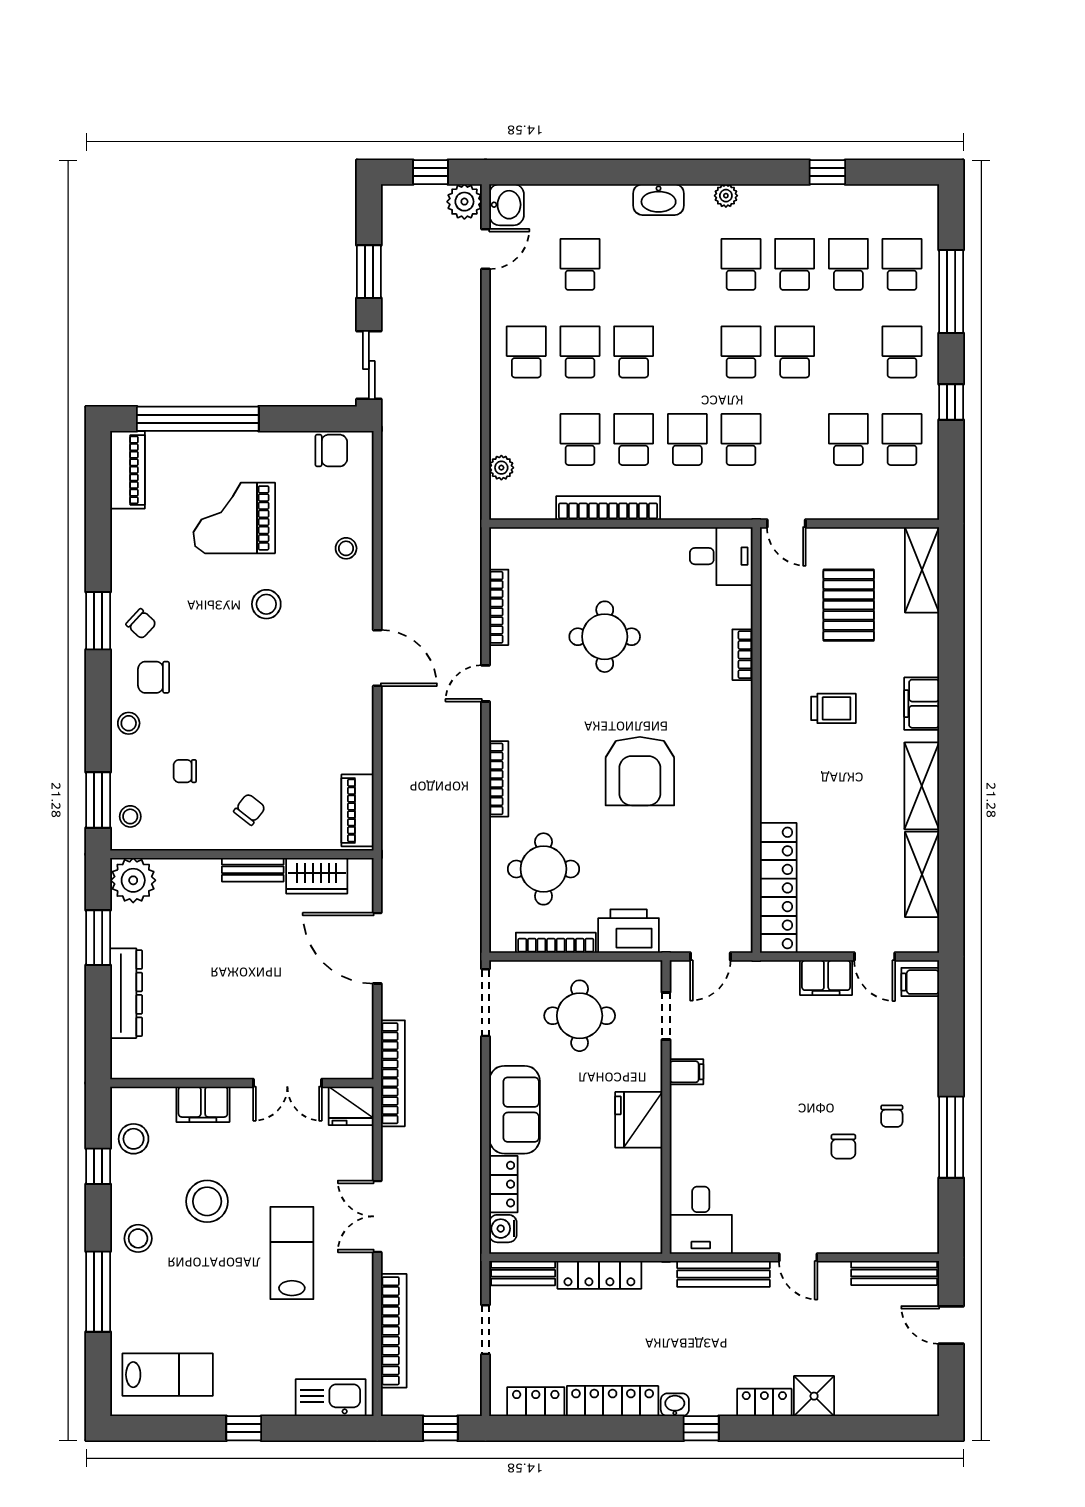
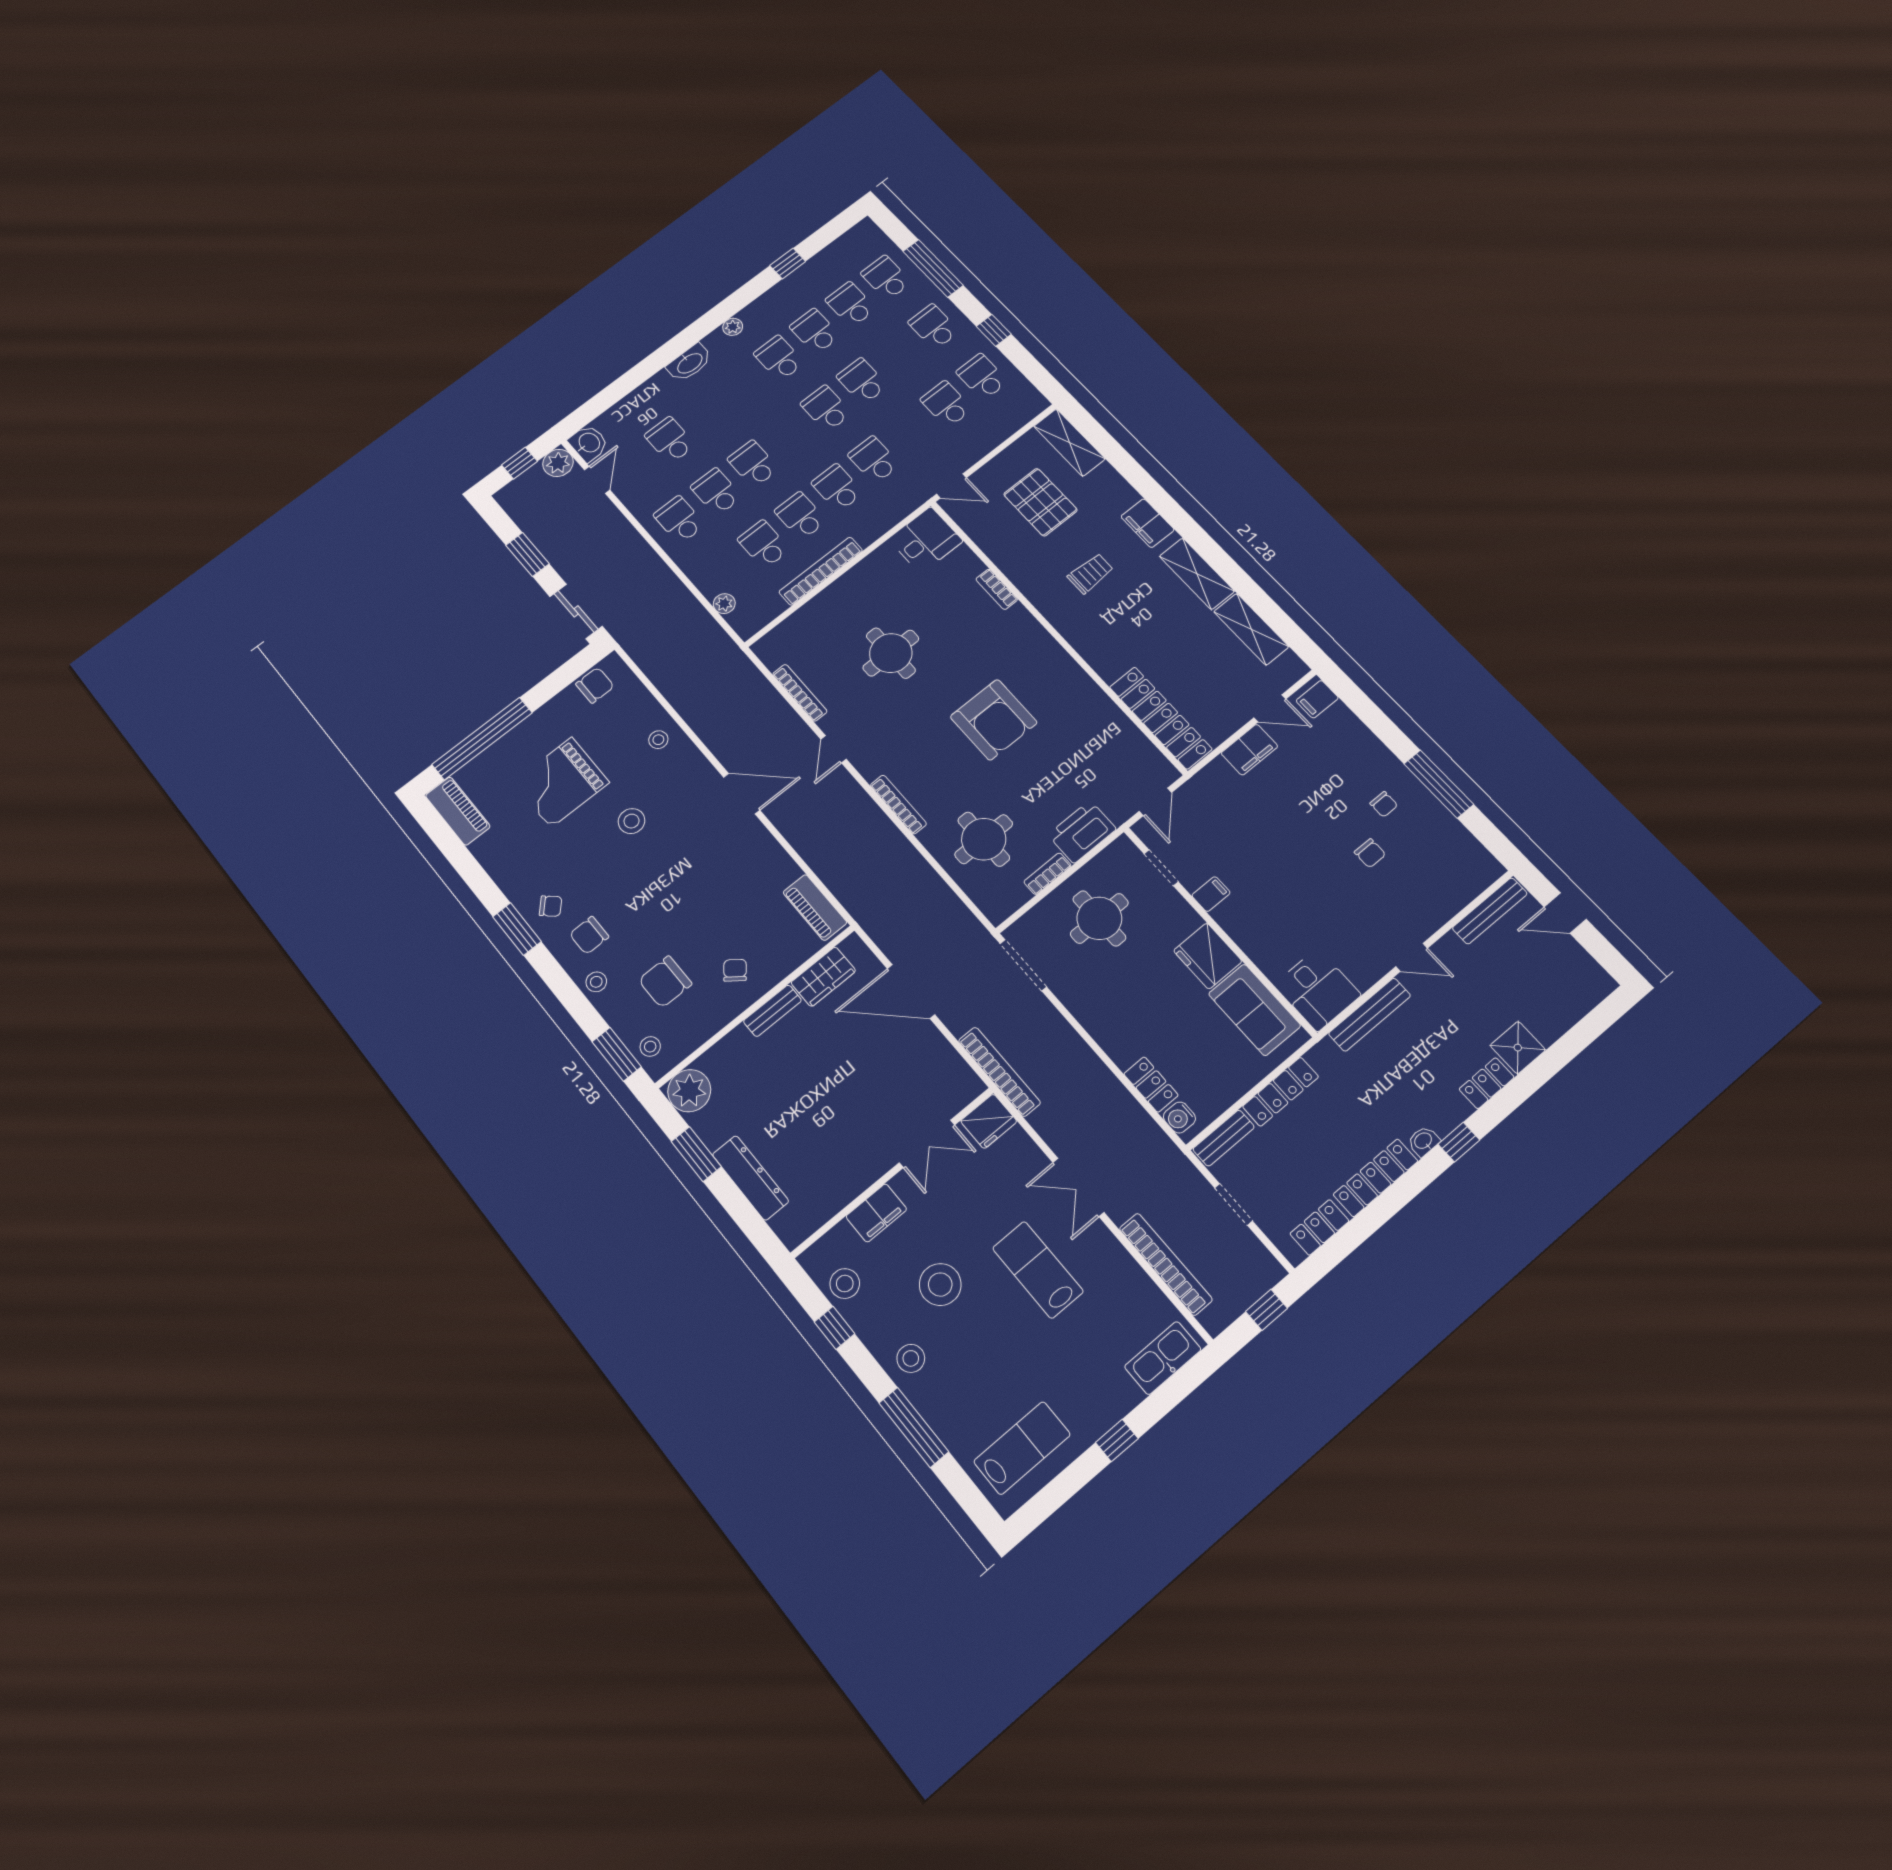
chair: (185, 771) -> (665, 982), width x1.87, depth x1.87
bookcase: (556, 943) -> (1048, 874), width x0.64
sofa: (515, 1110) -> (1255, 1010), moved, turned 180

